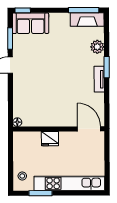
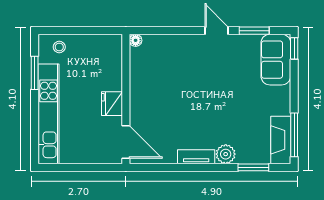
plant: (97, 47) -> (226, 154), moved
window: (107, 67) -> (253, 167), moved
door: (89, 129) -> (126, 142), hinge flipped
fridge: (50, 139) -> (112, 104), moved

